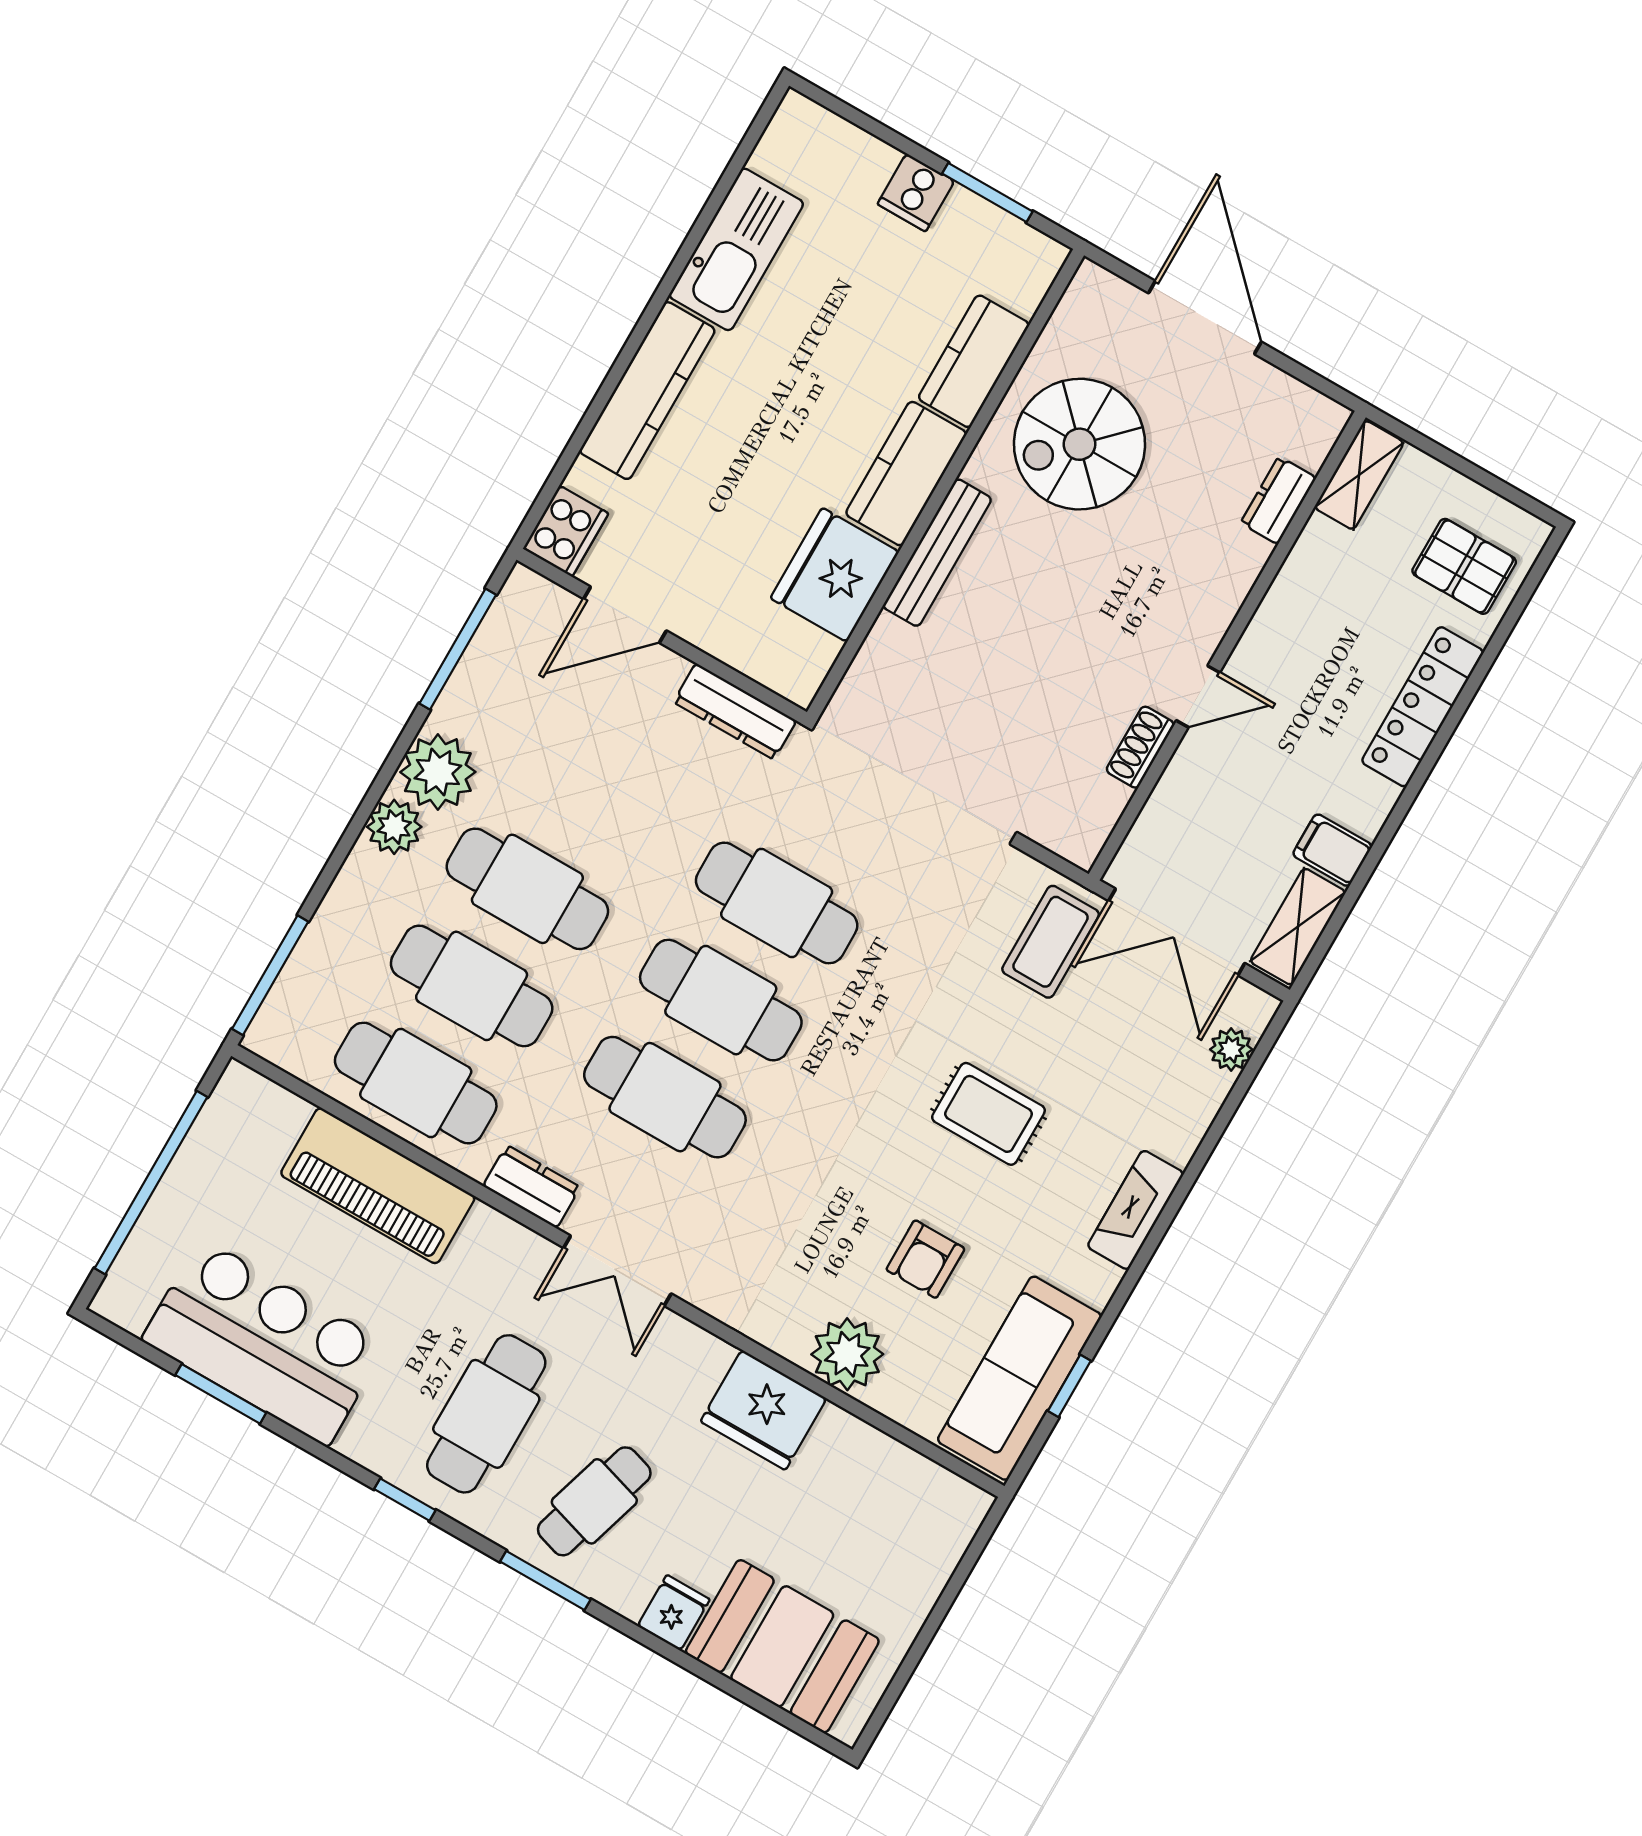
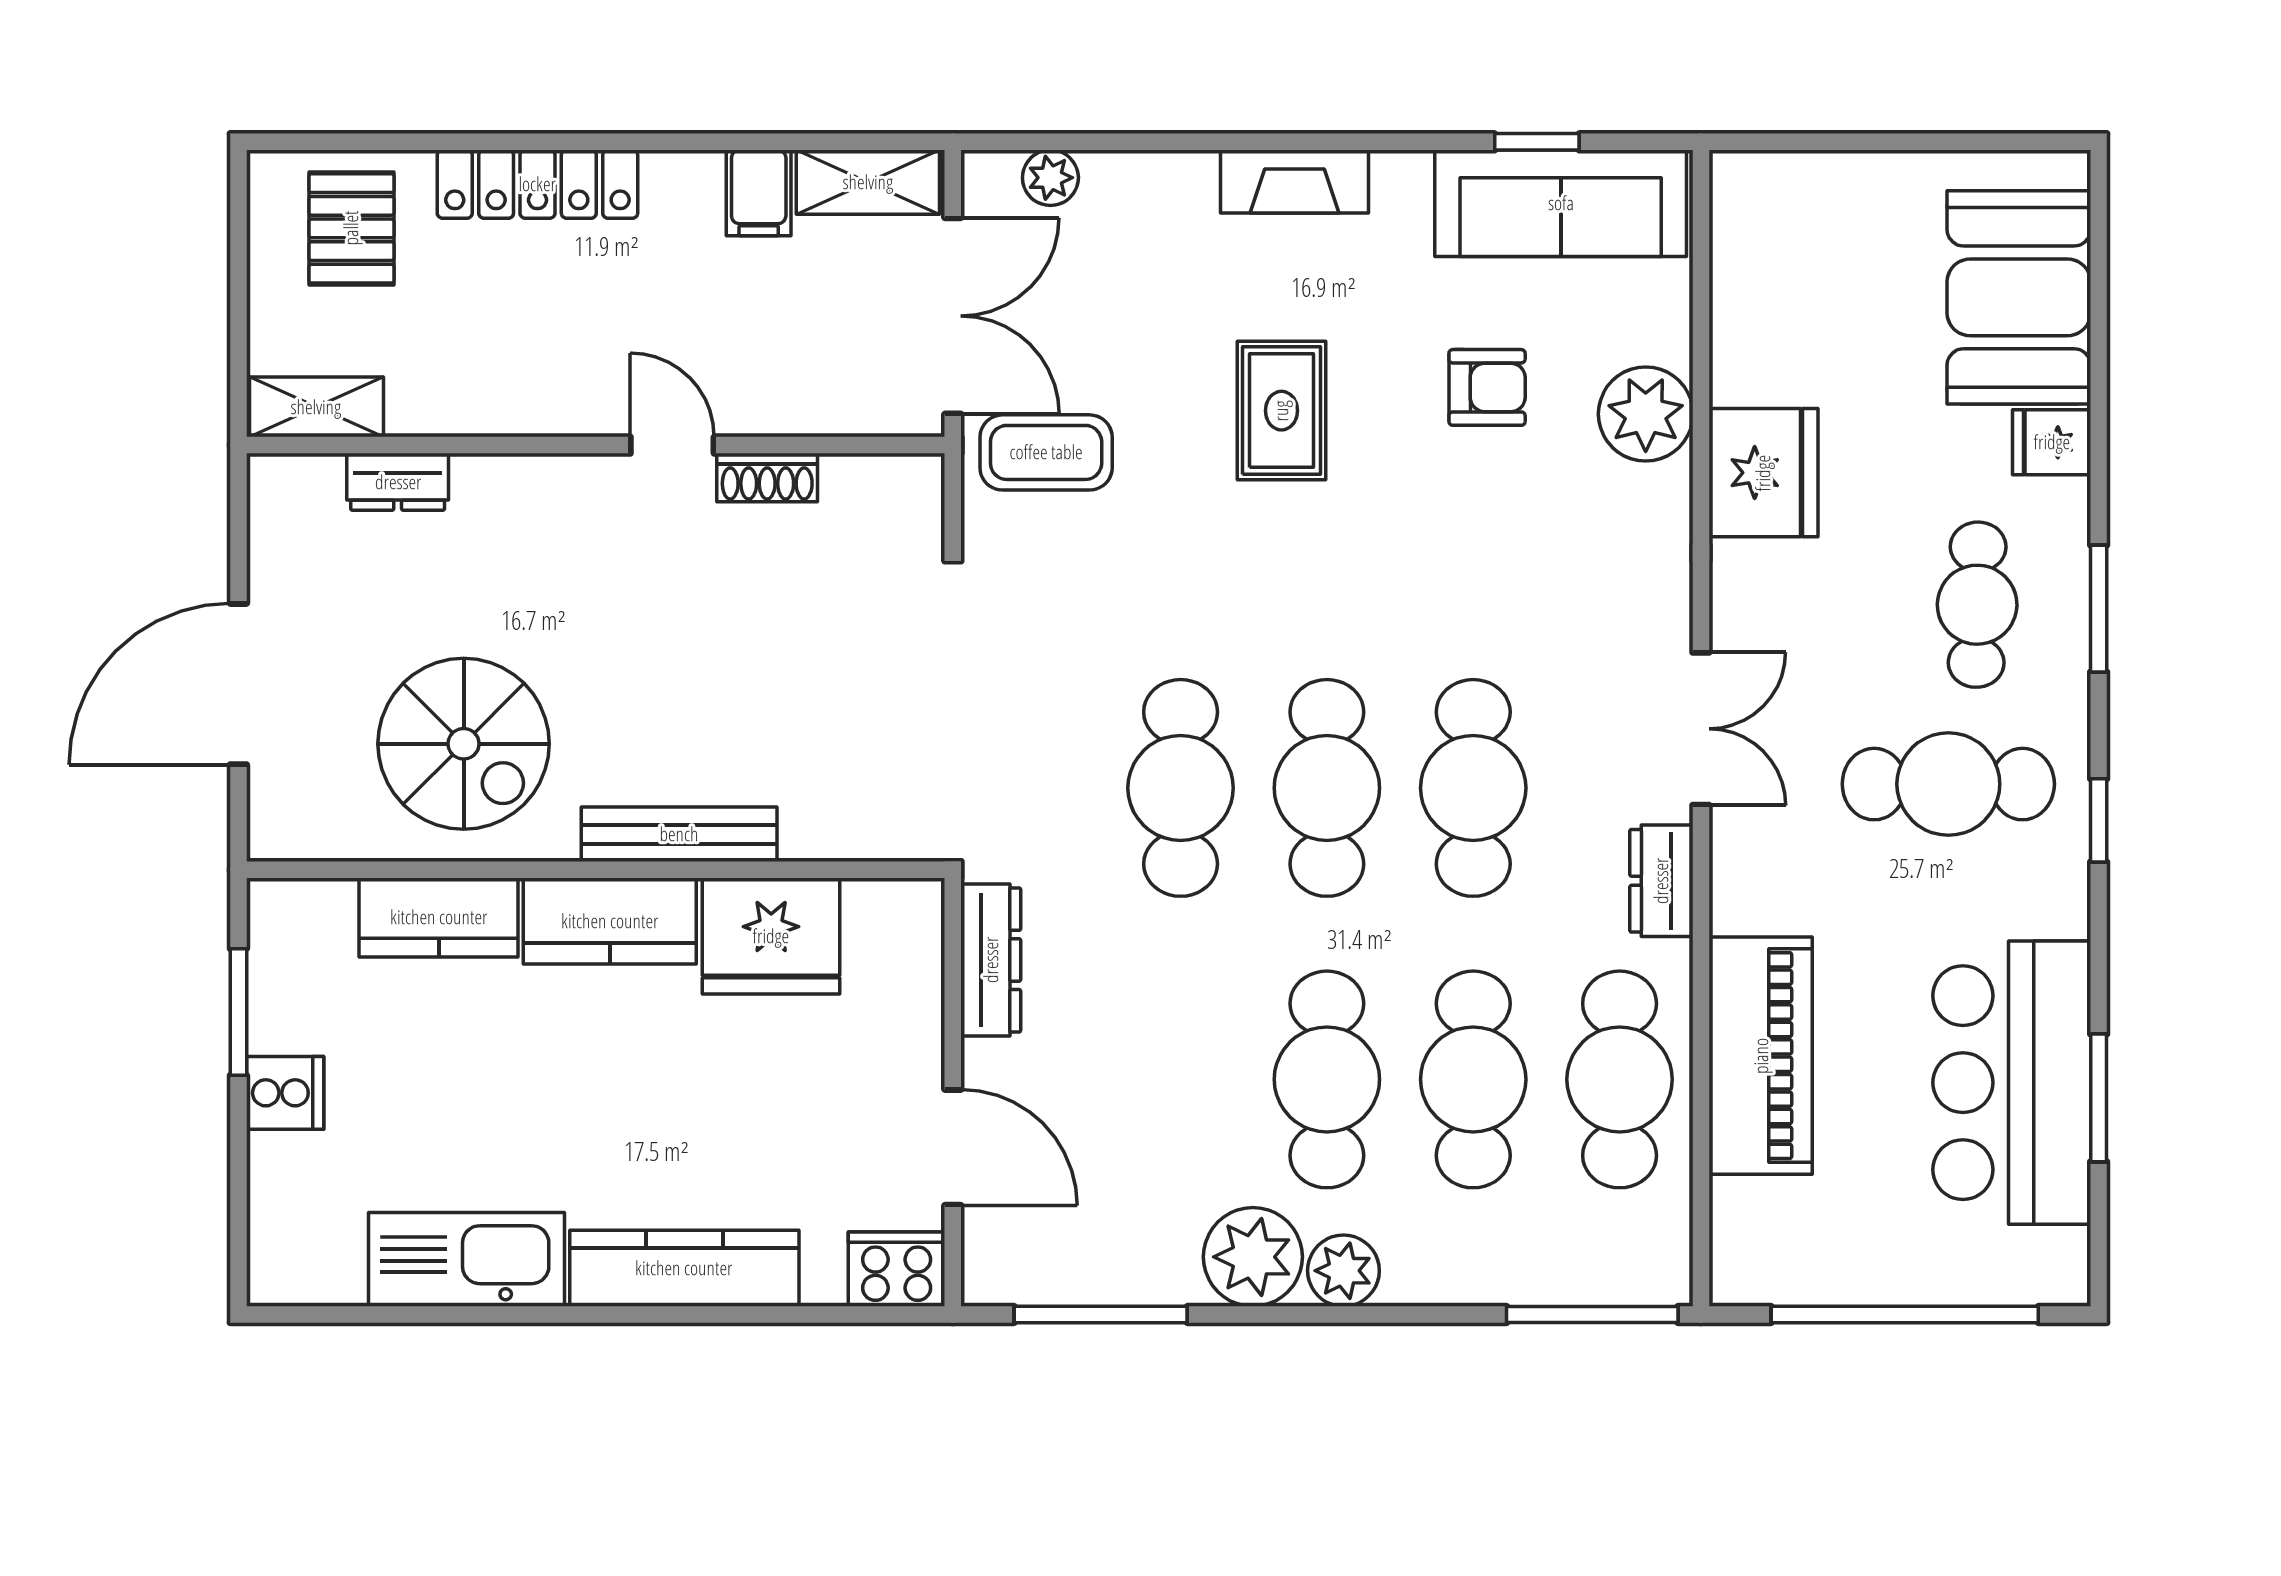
cafe table: (594, 1501) -> (1977, 605), turned 74

